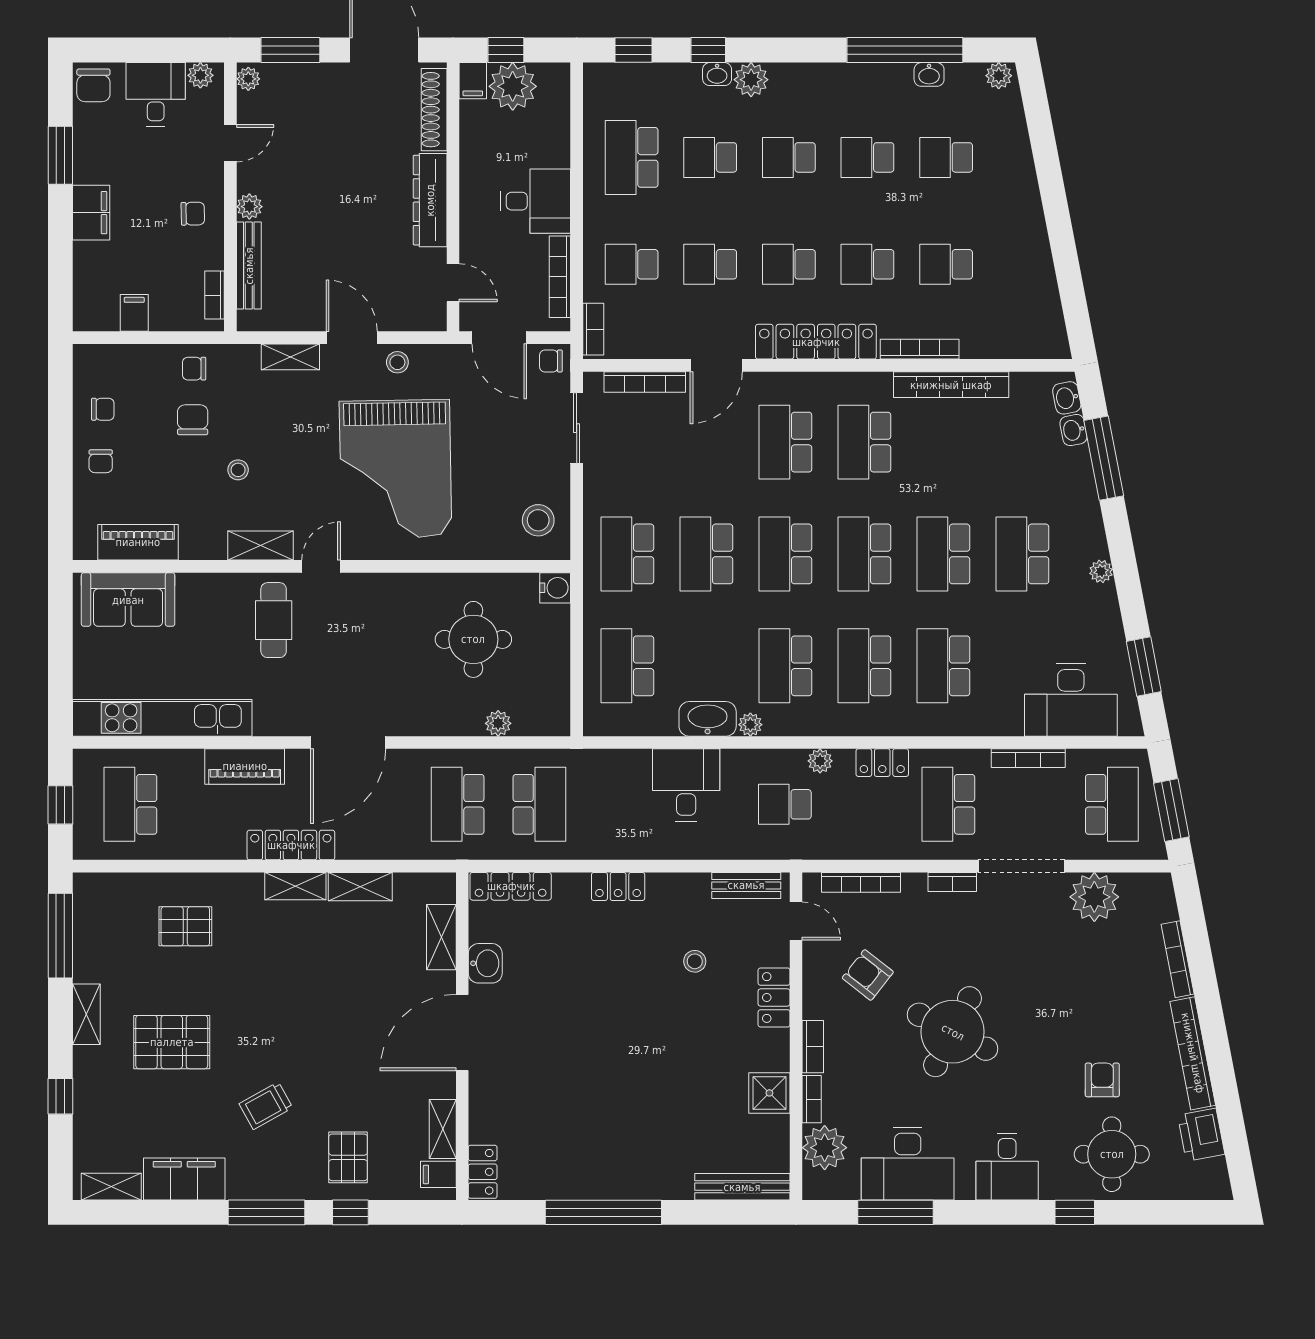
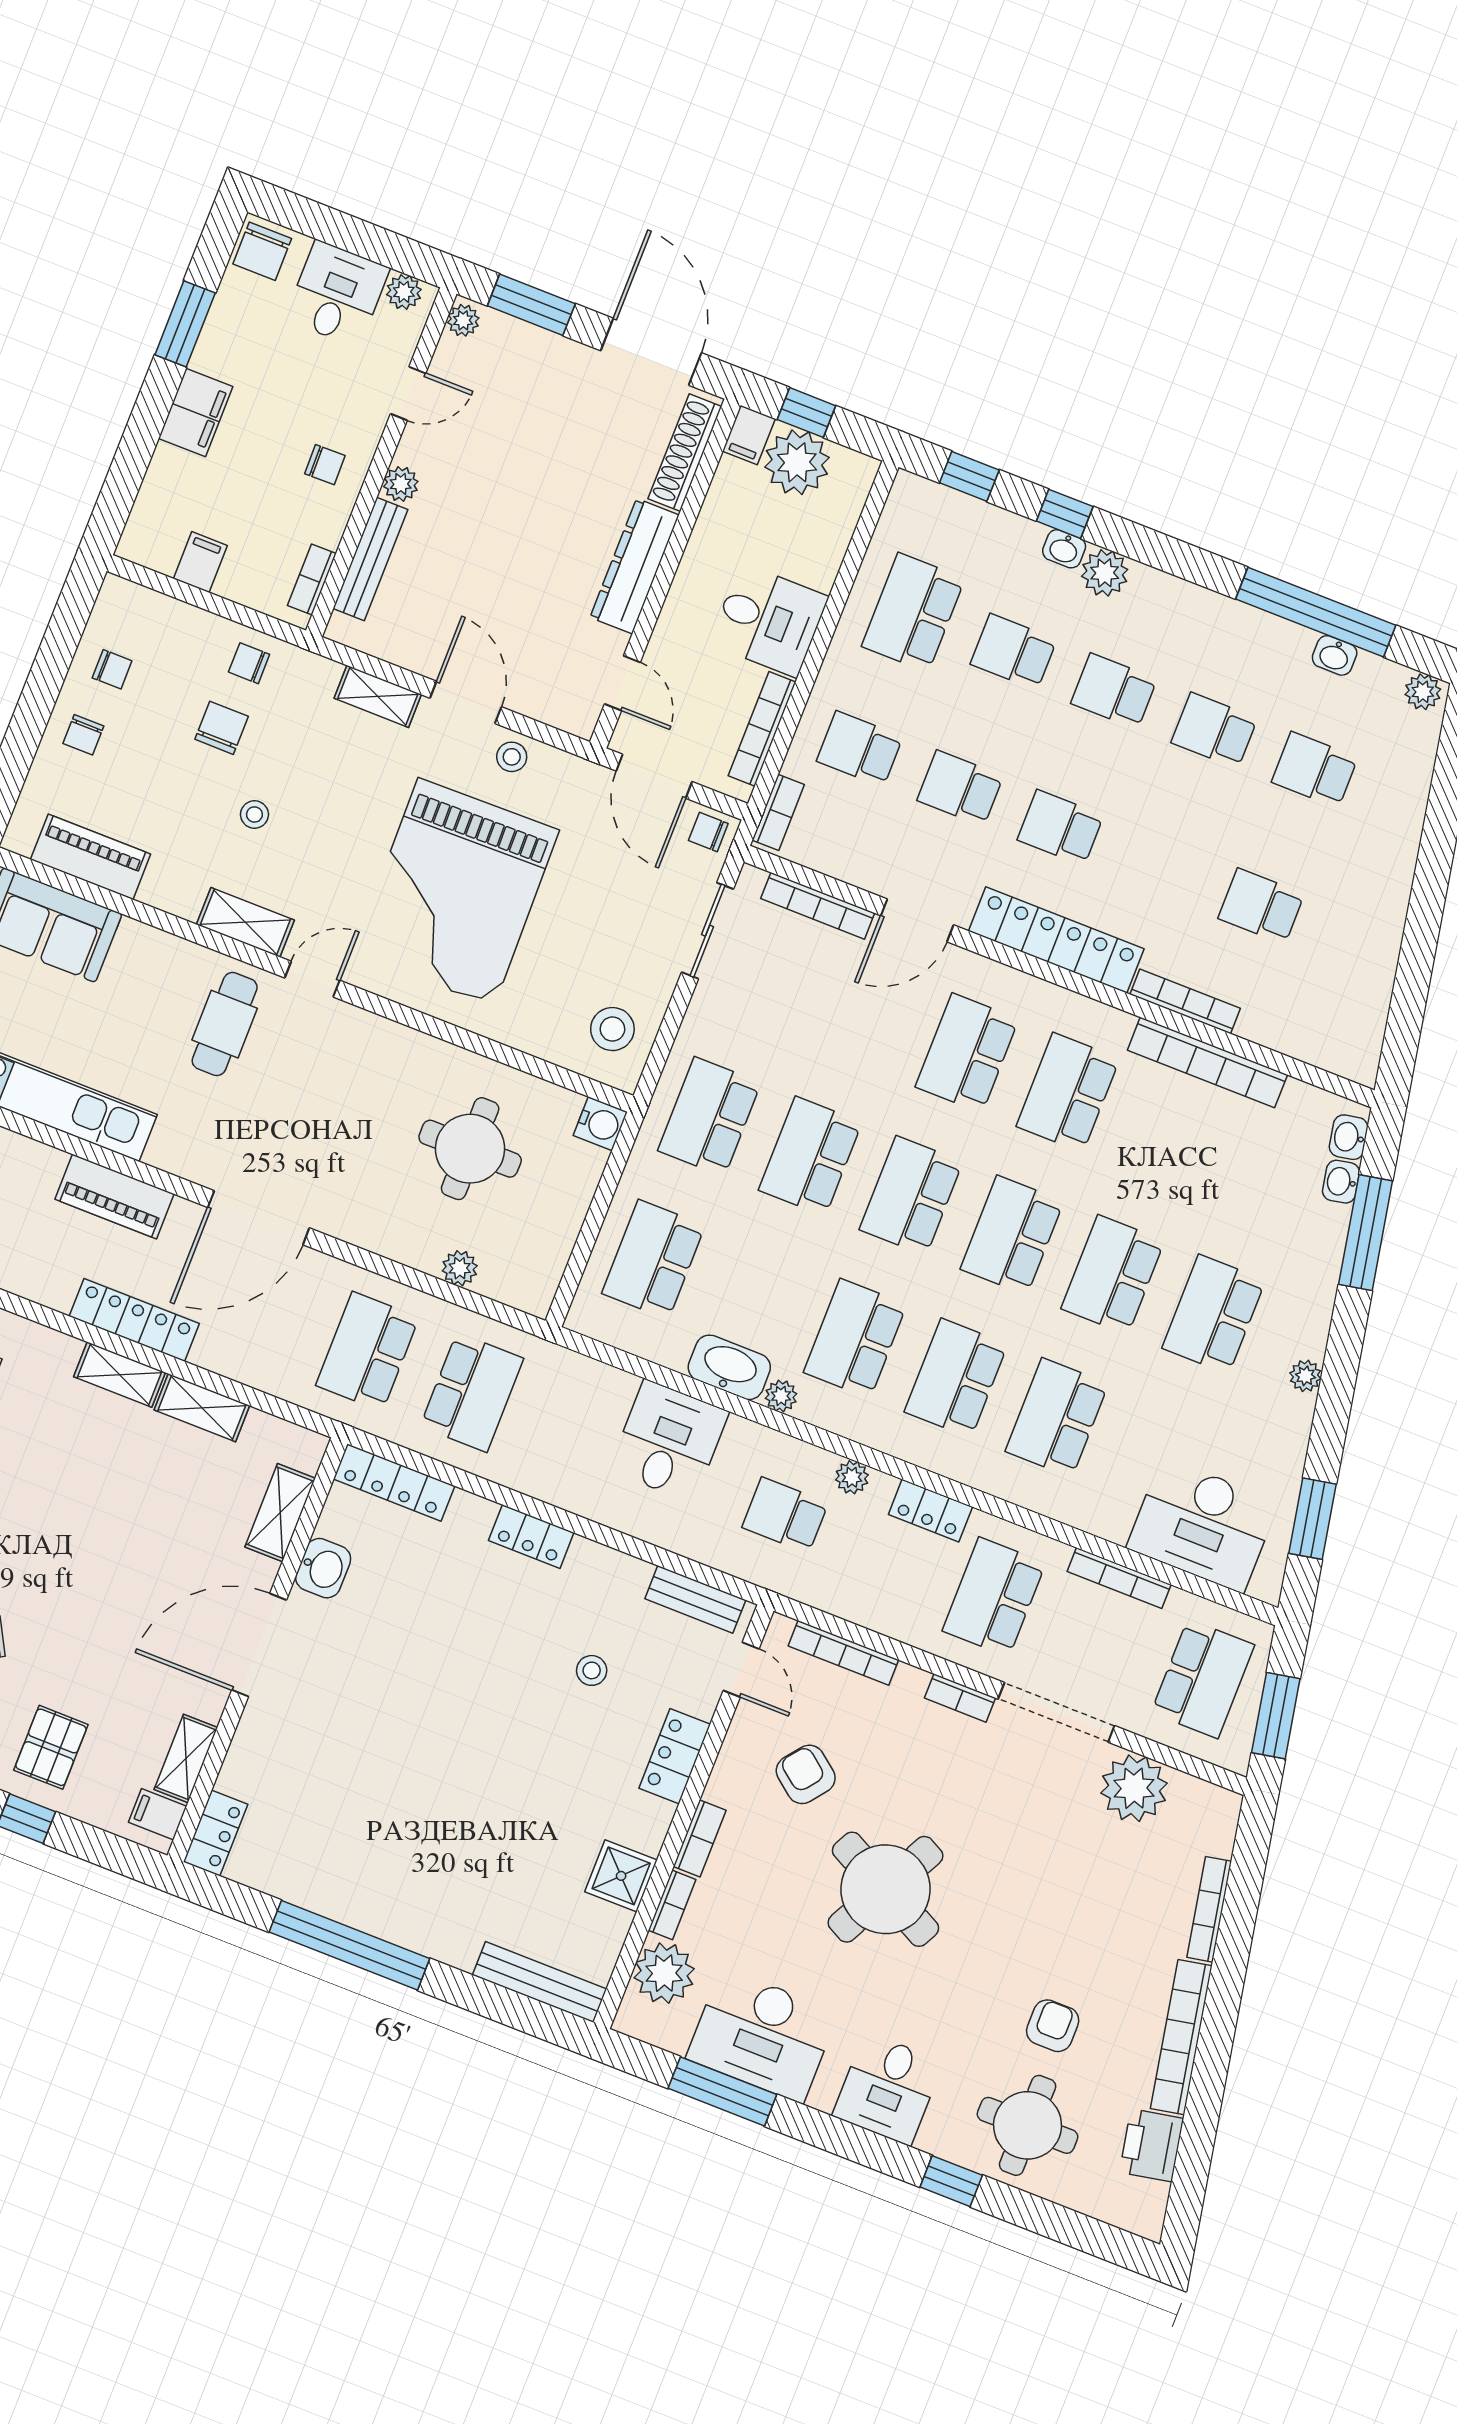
school desk: (867, 264) -> (1161, 867), removed

